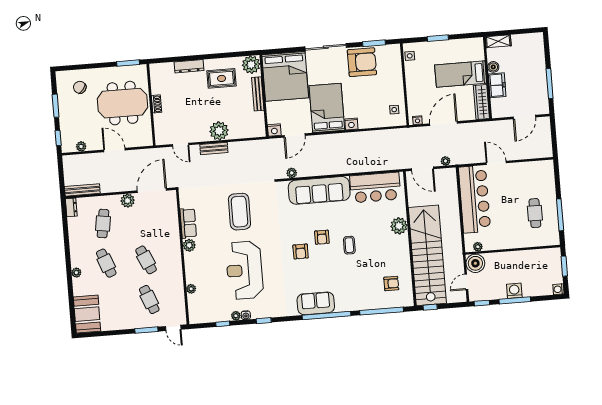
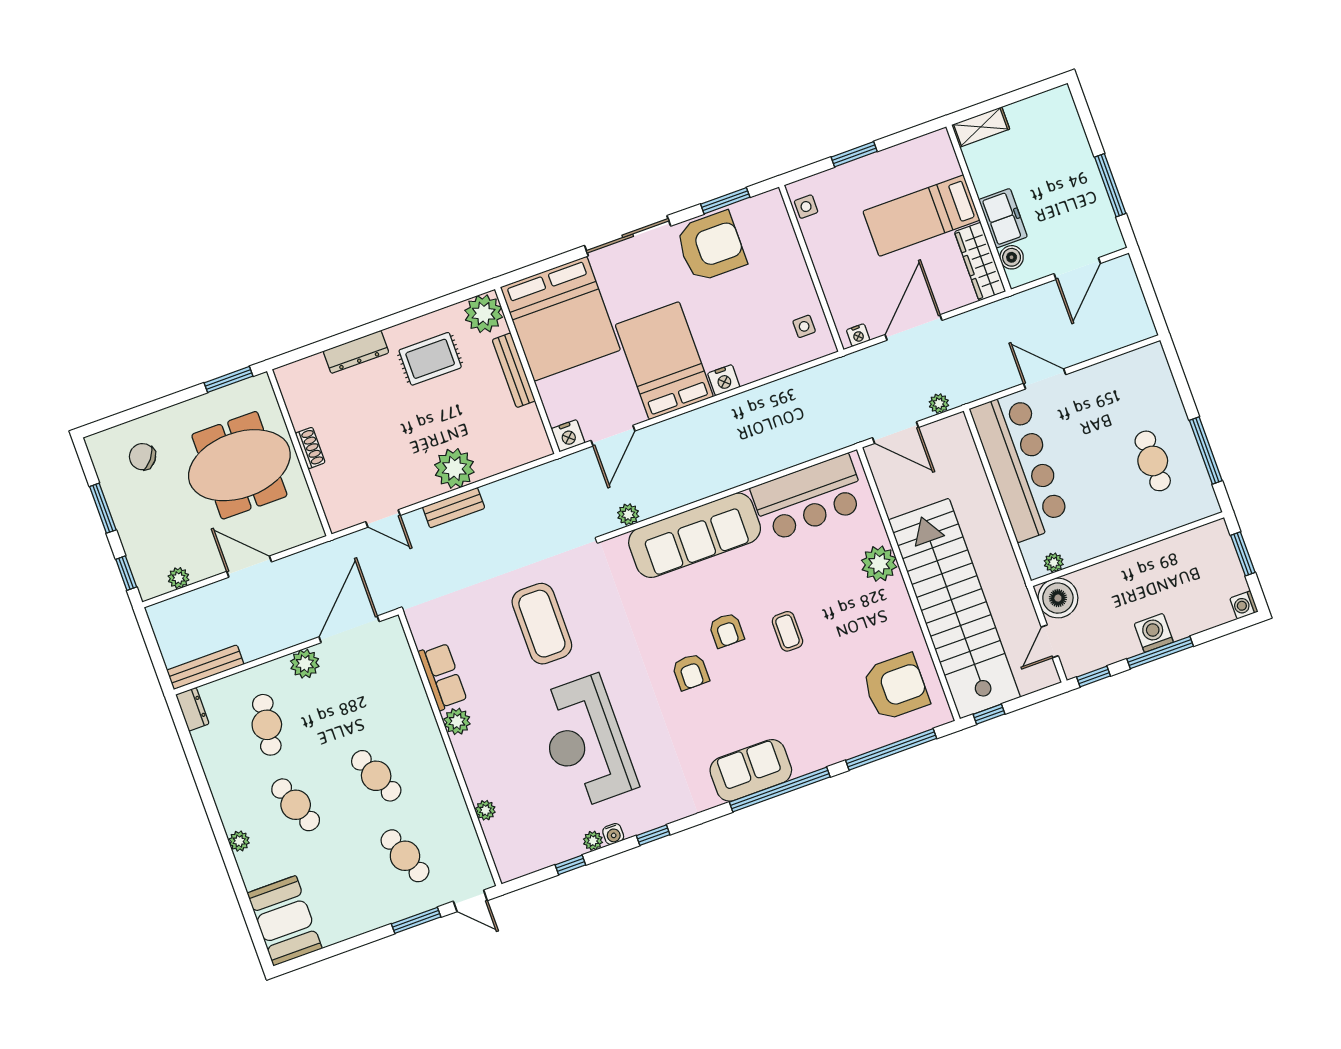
boiler: (493, 67) -> (1012, 257), moved
armchair: (391, 284) -> (896, 687), width x1.88, depth x1.88

